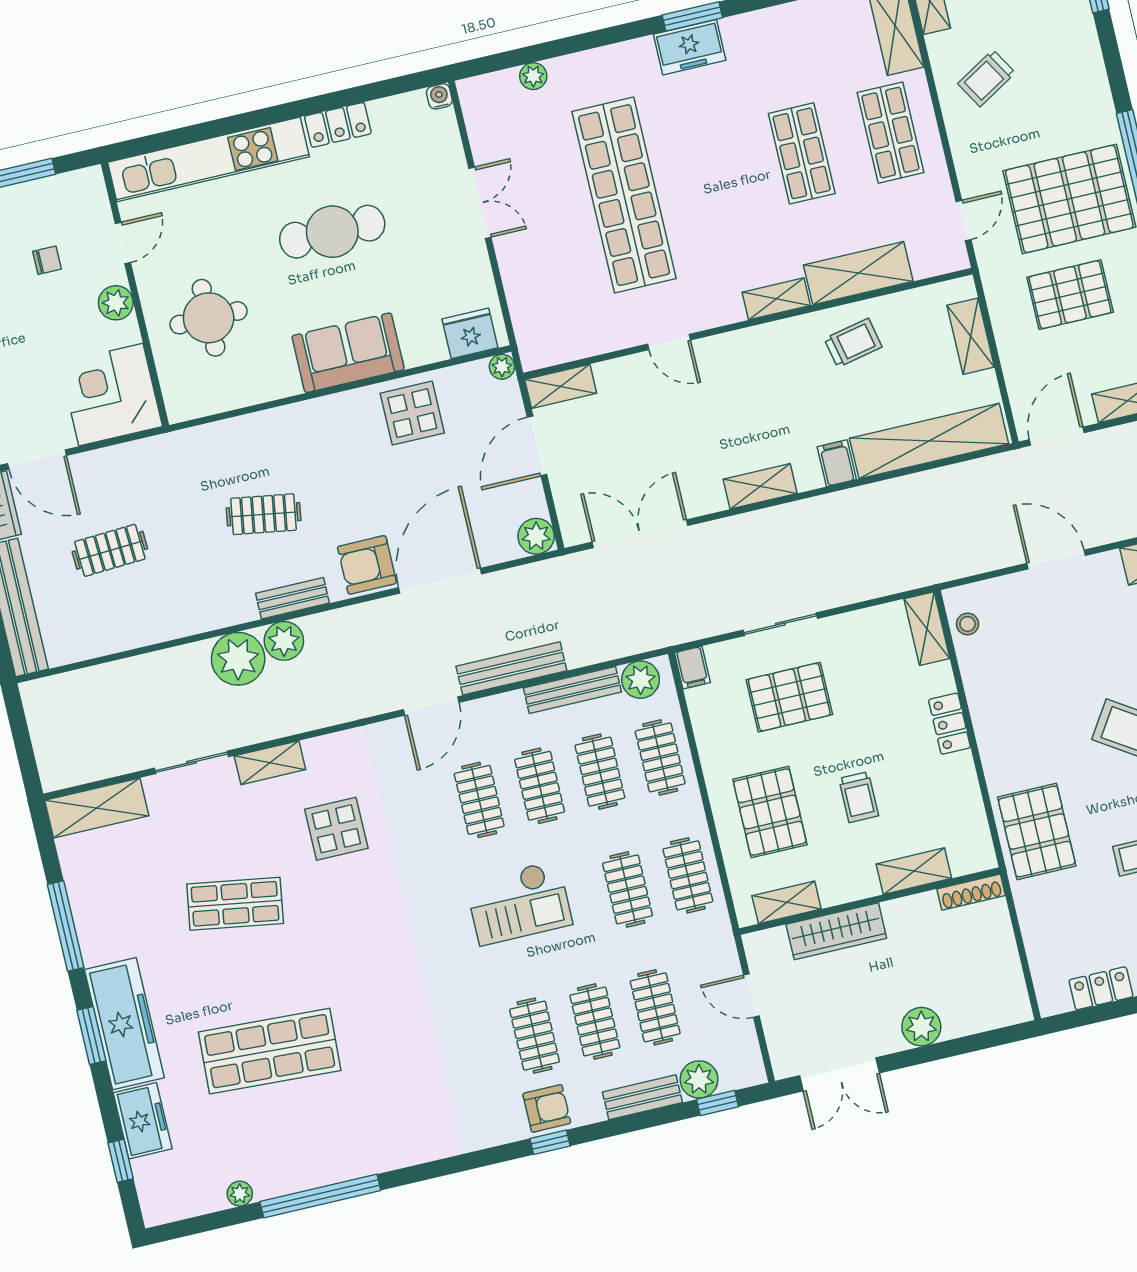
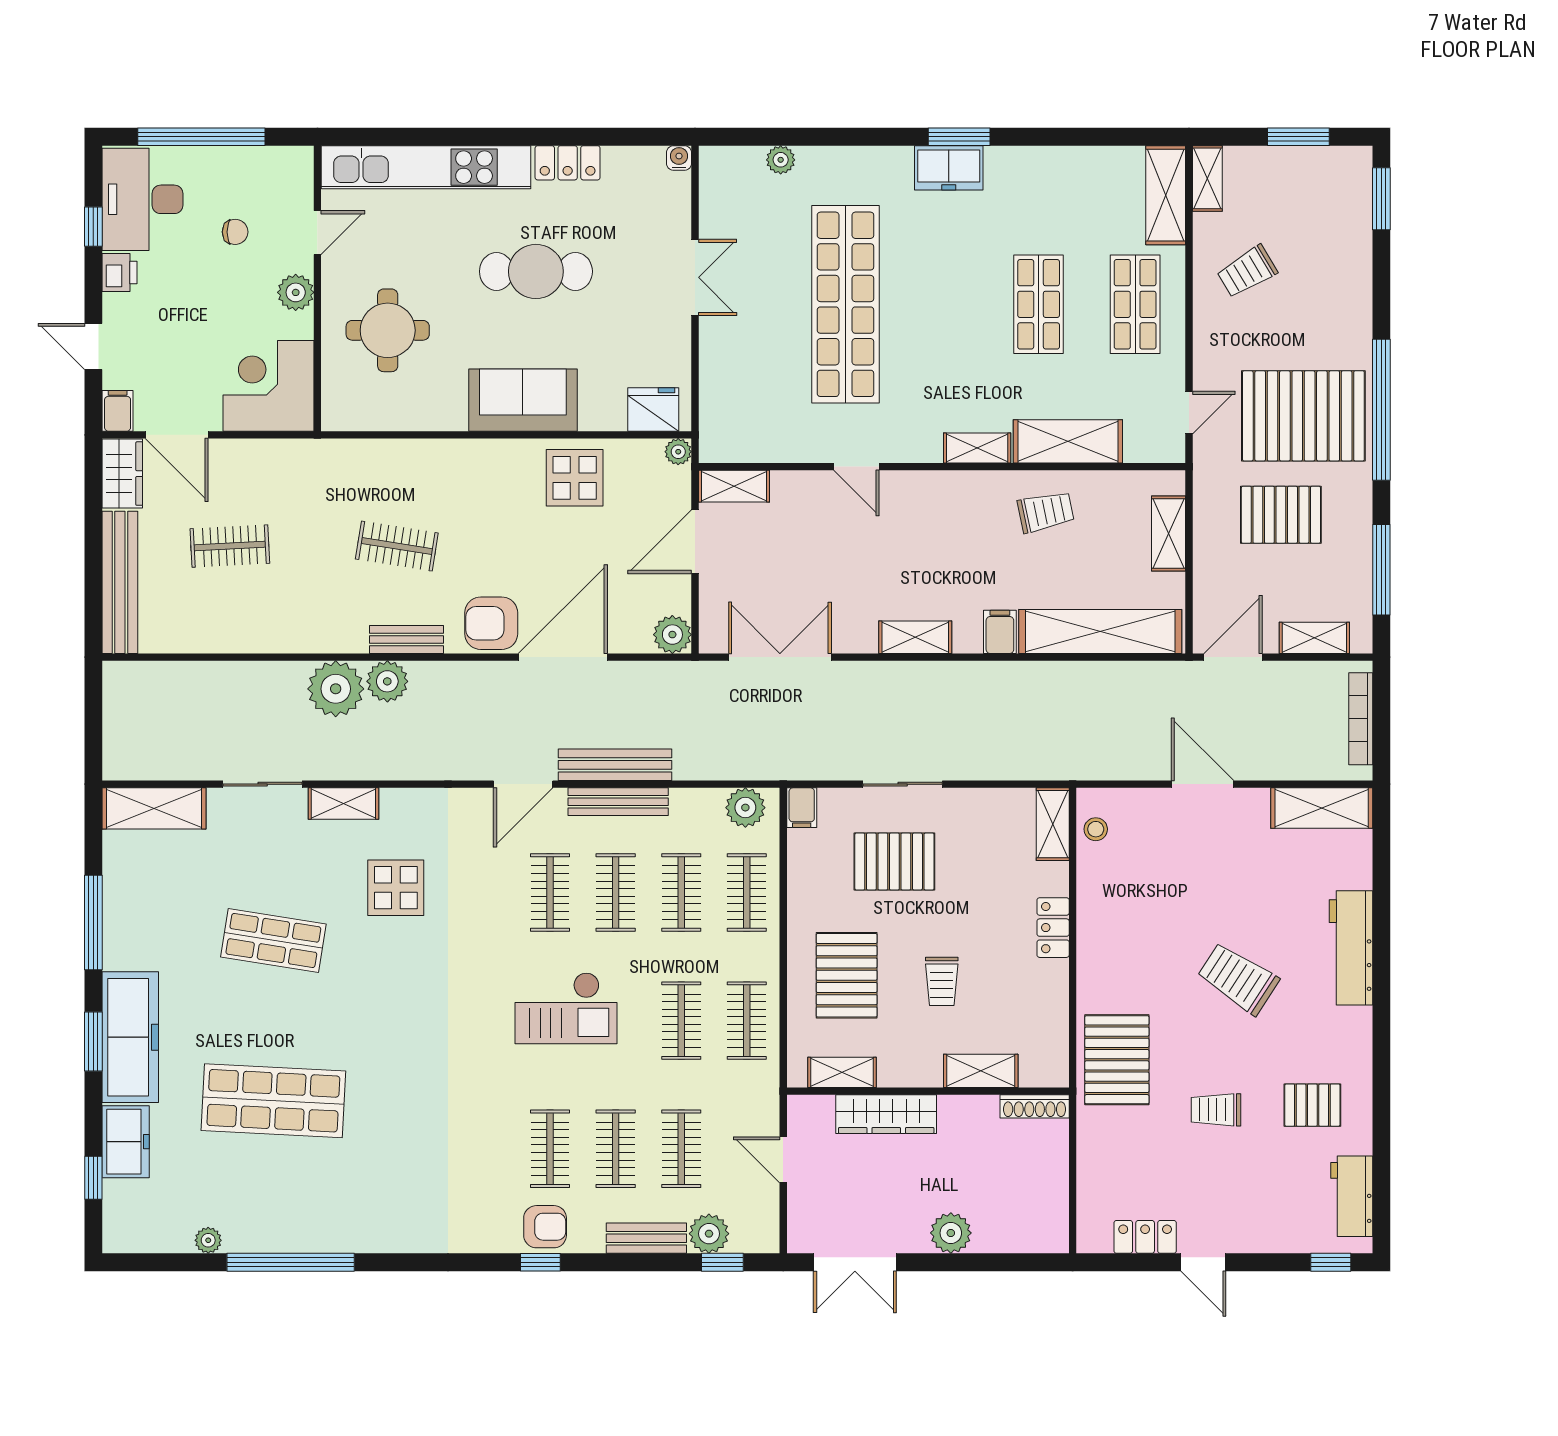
bench: (572, 690) -> (618, 802), moved

